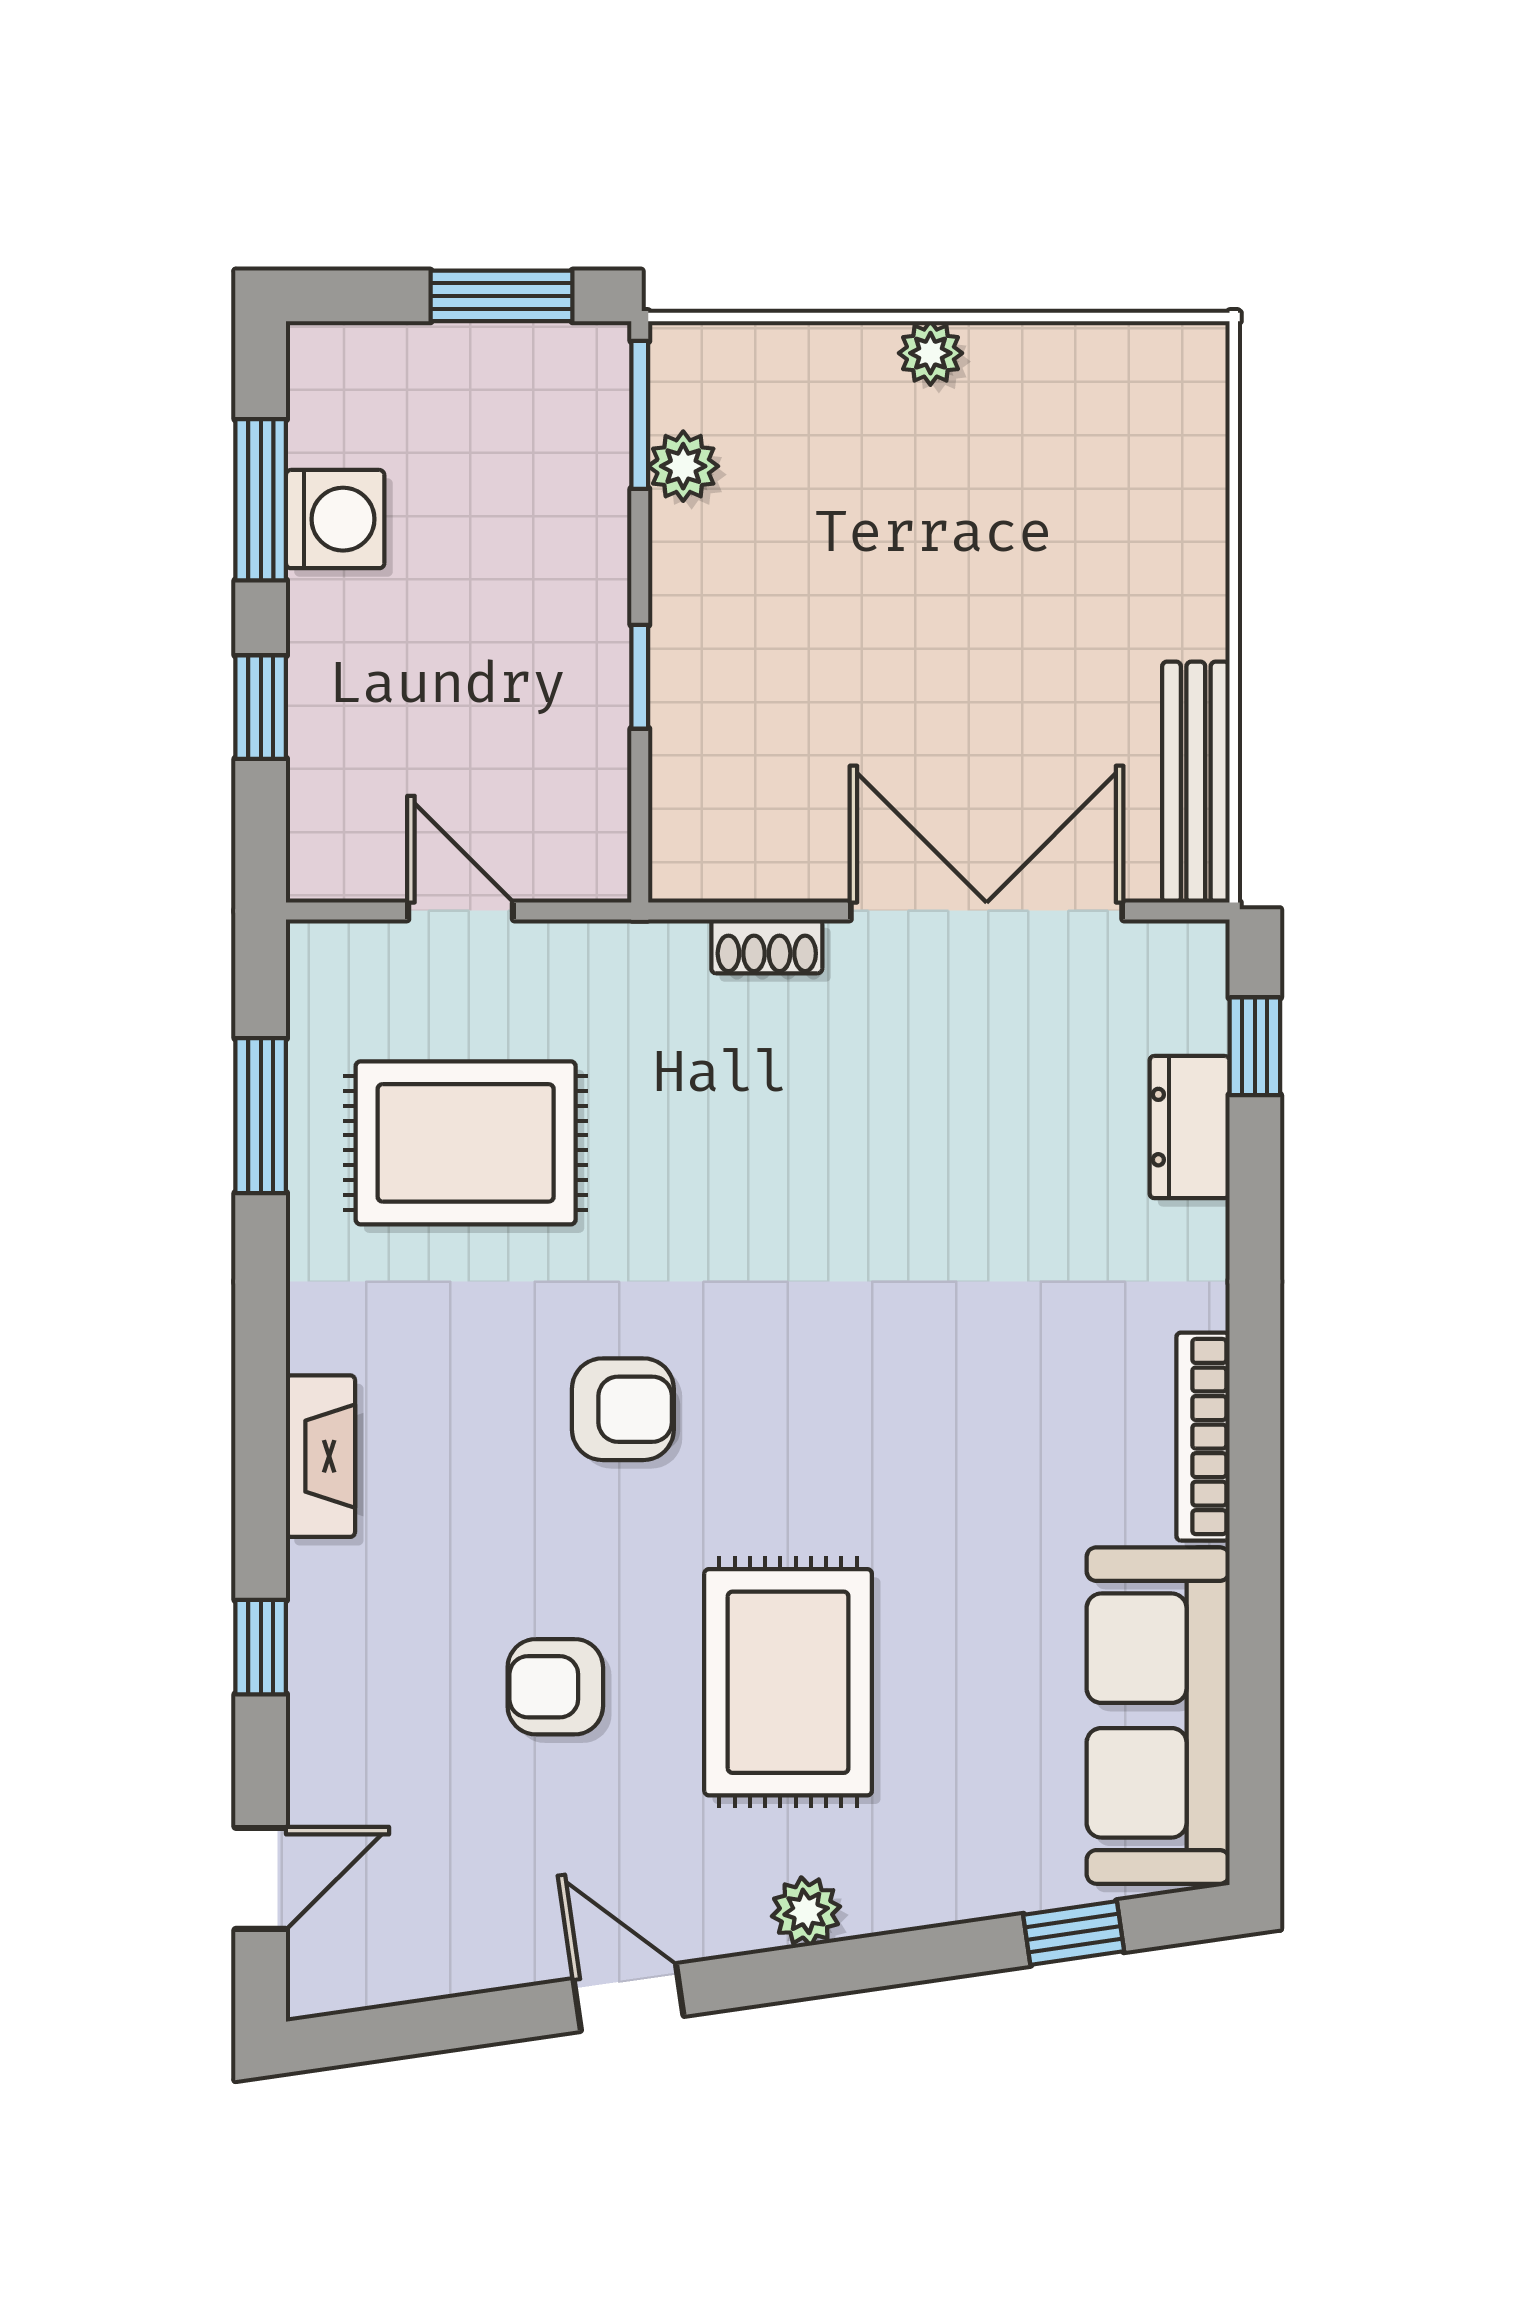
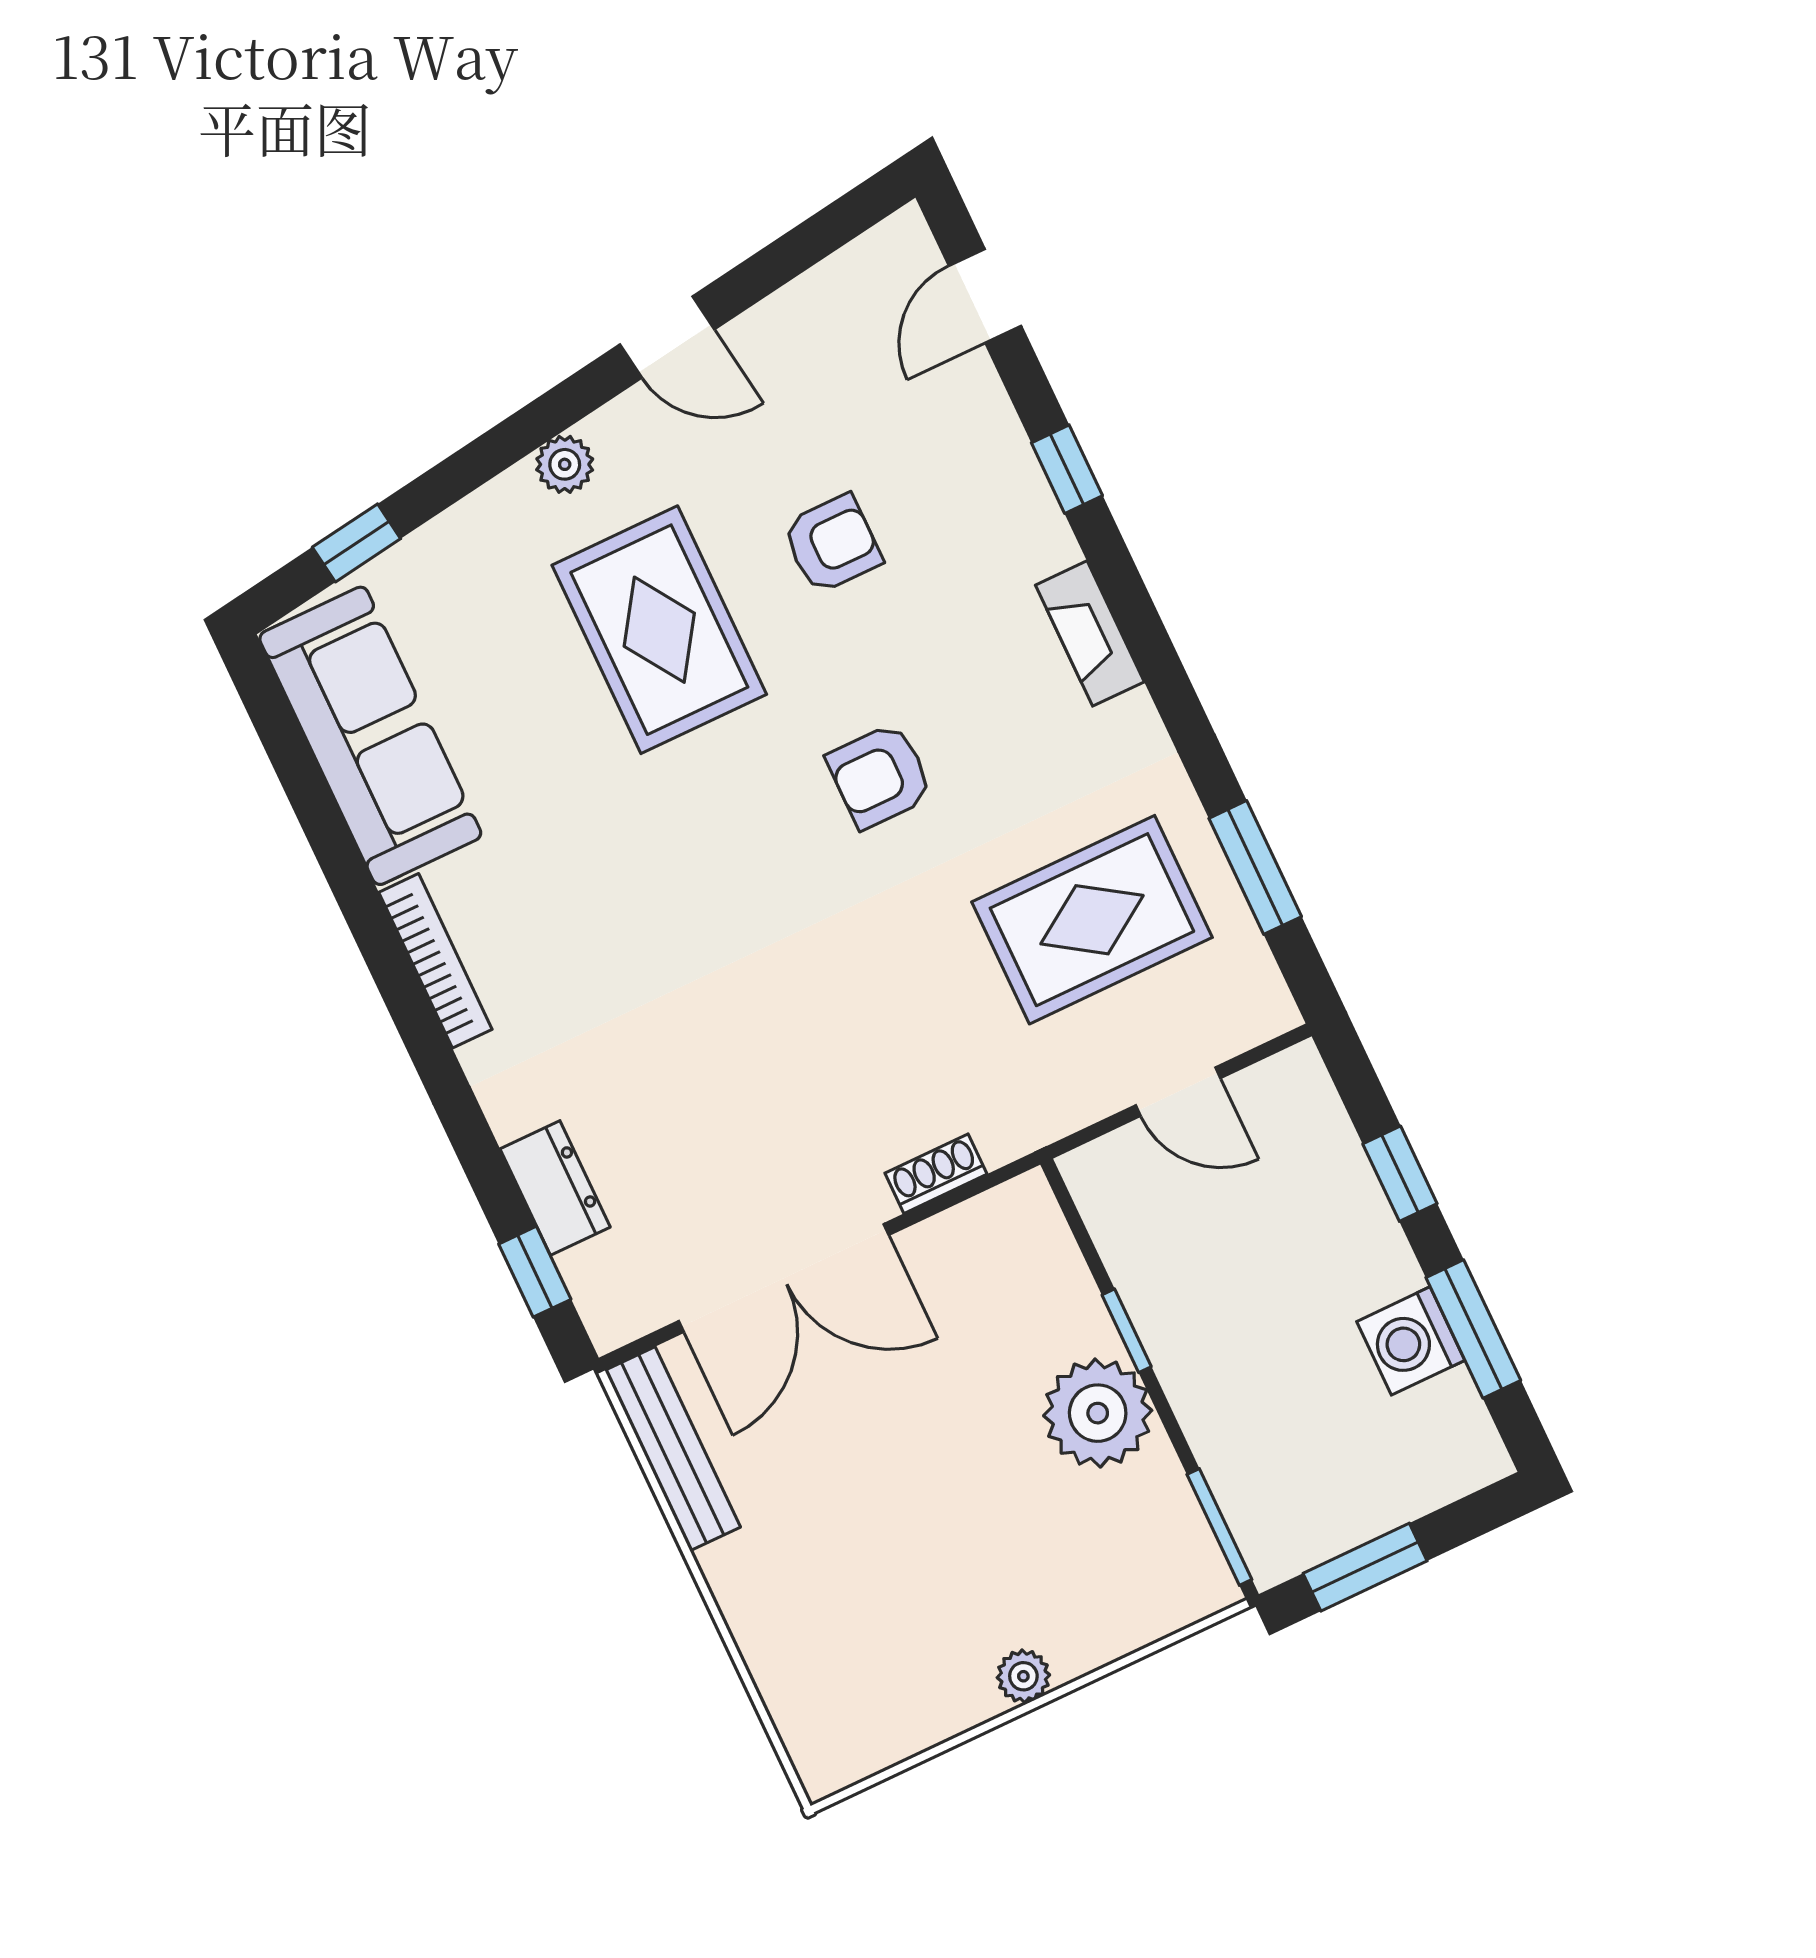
plant: (683, 466) -> (1098, 1413), moved, width x1.87, depth x1.87

